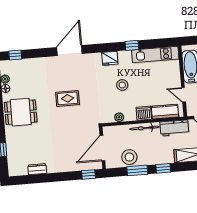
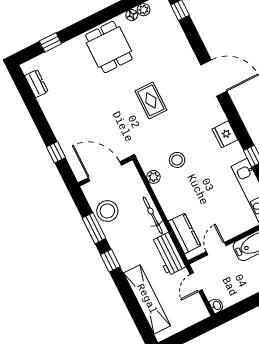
stool: (122, 85) -> (177, 160), moved
dishwasher: (144, 113) -> (172, 207), removed
dresser: (37, 169) -> (36, 84), moved
window: (89, 174) -> (56, 152), moved

